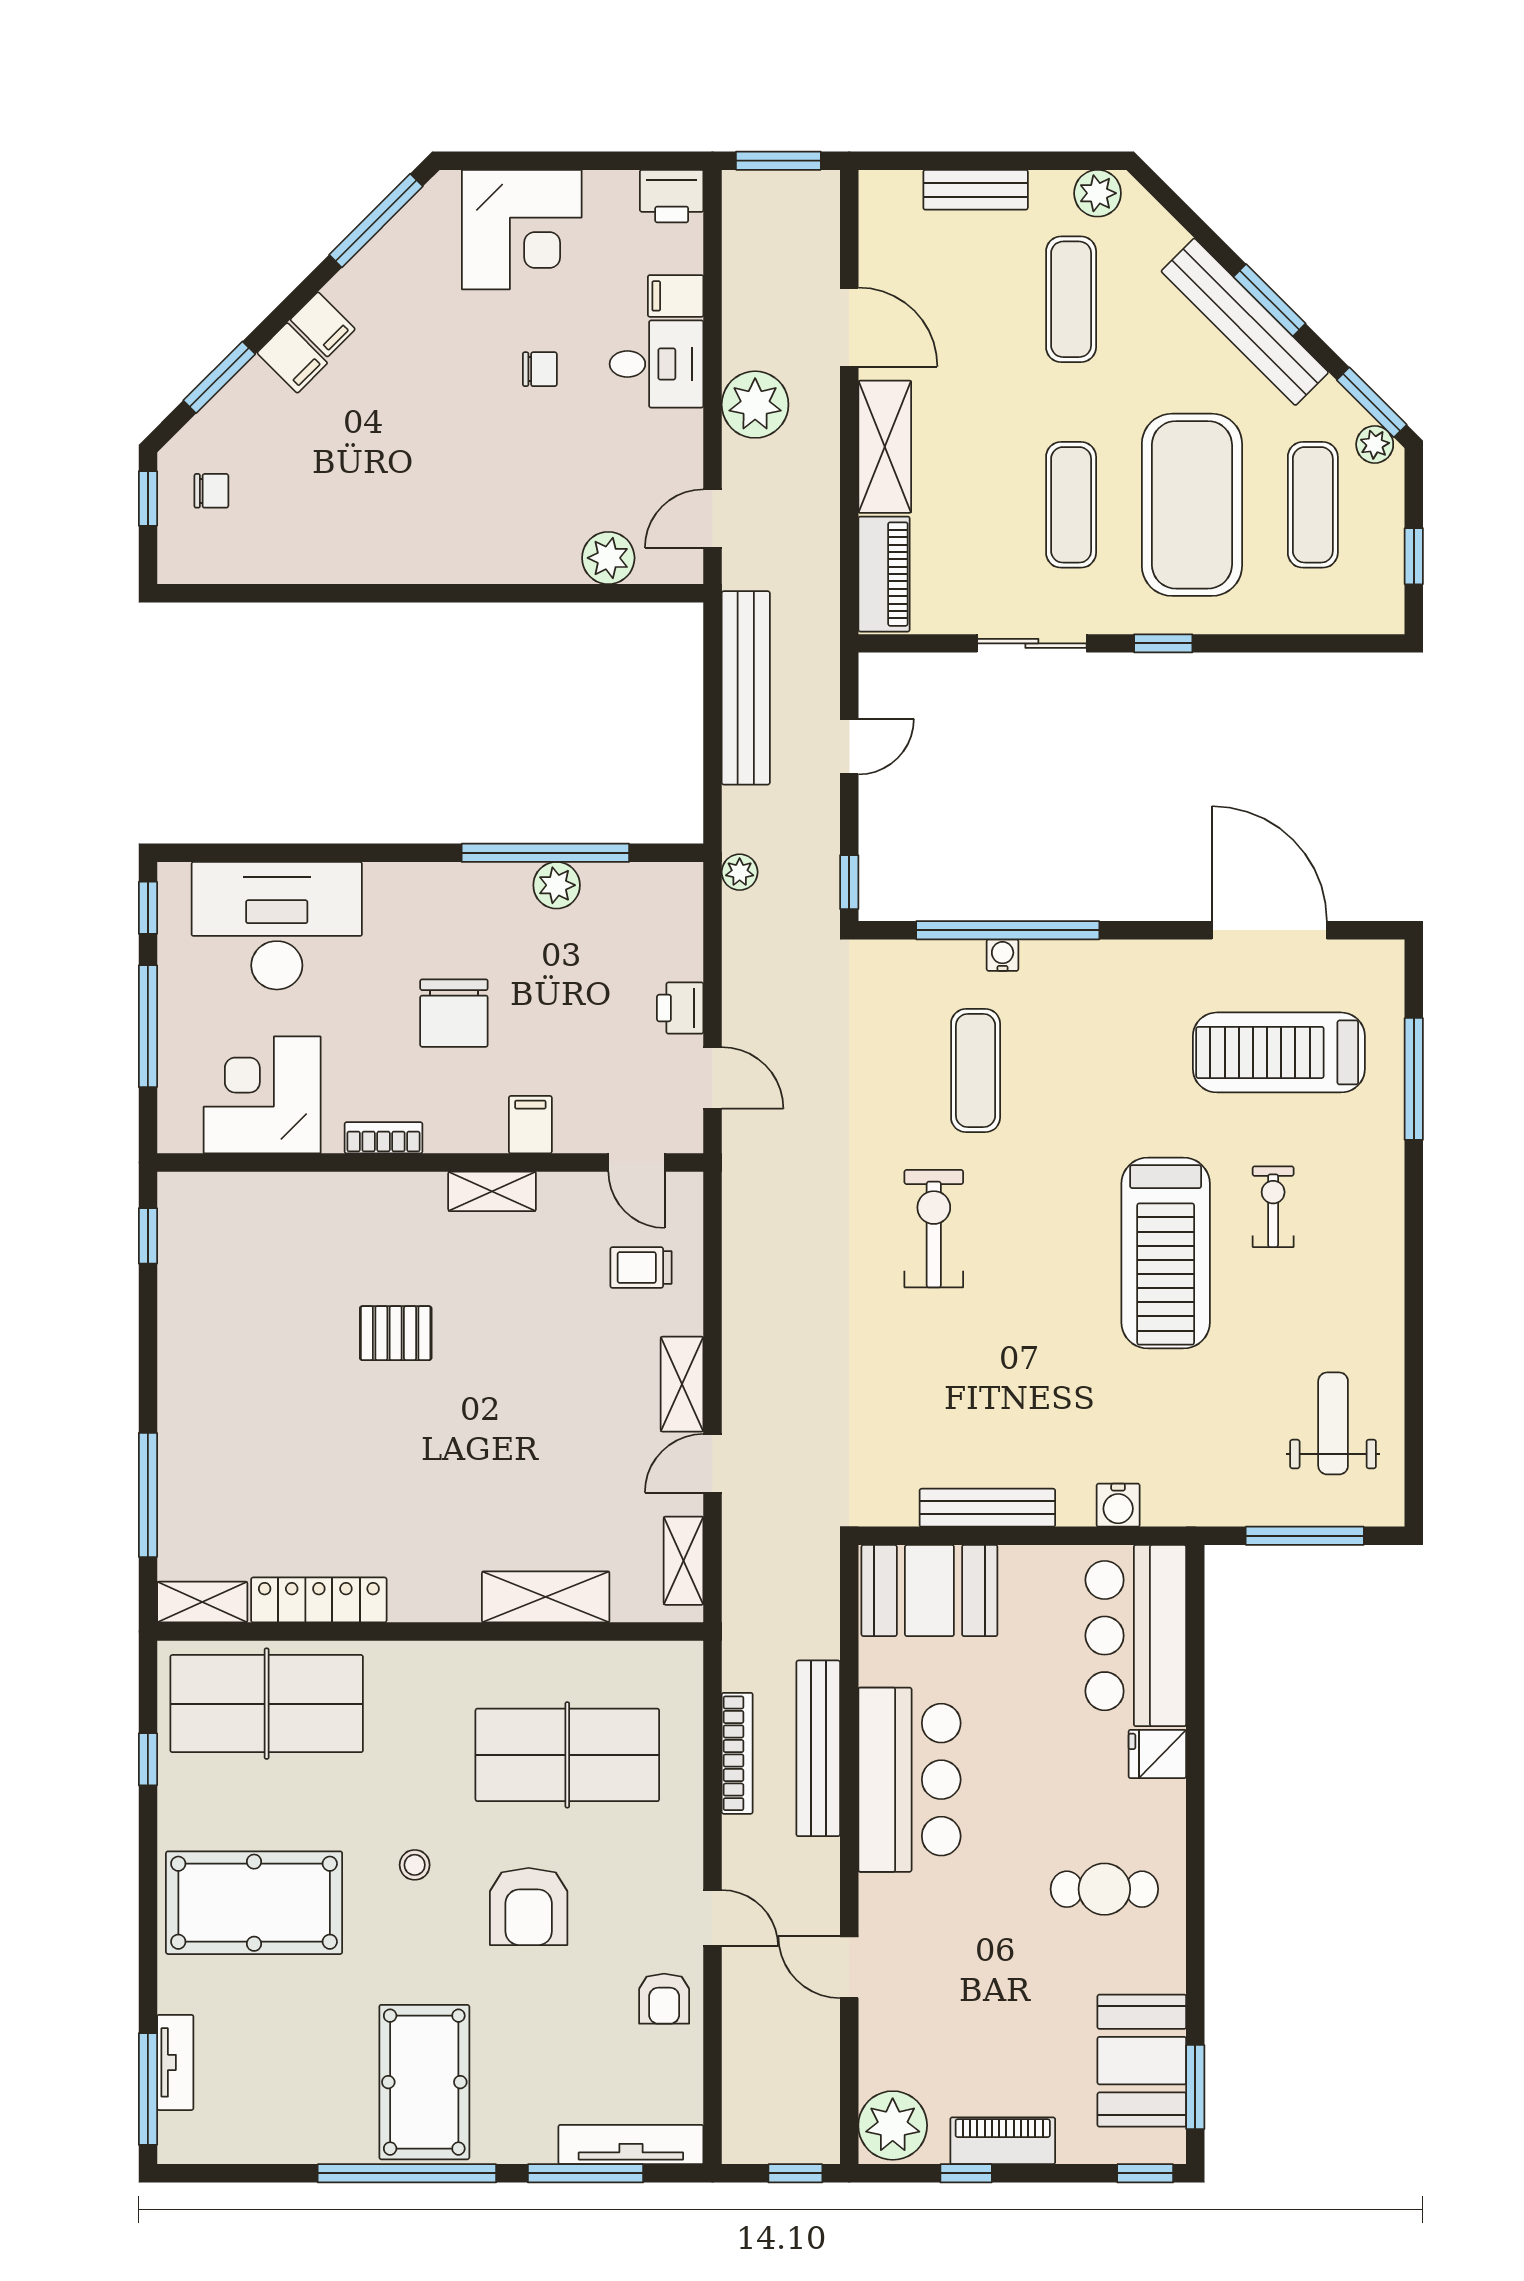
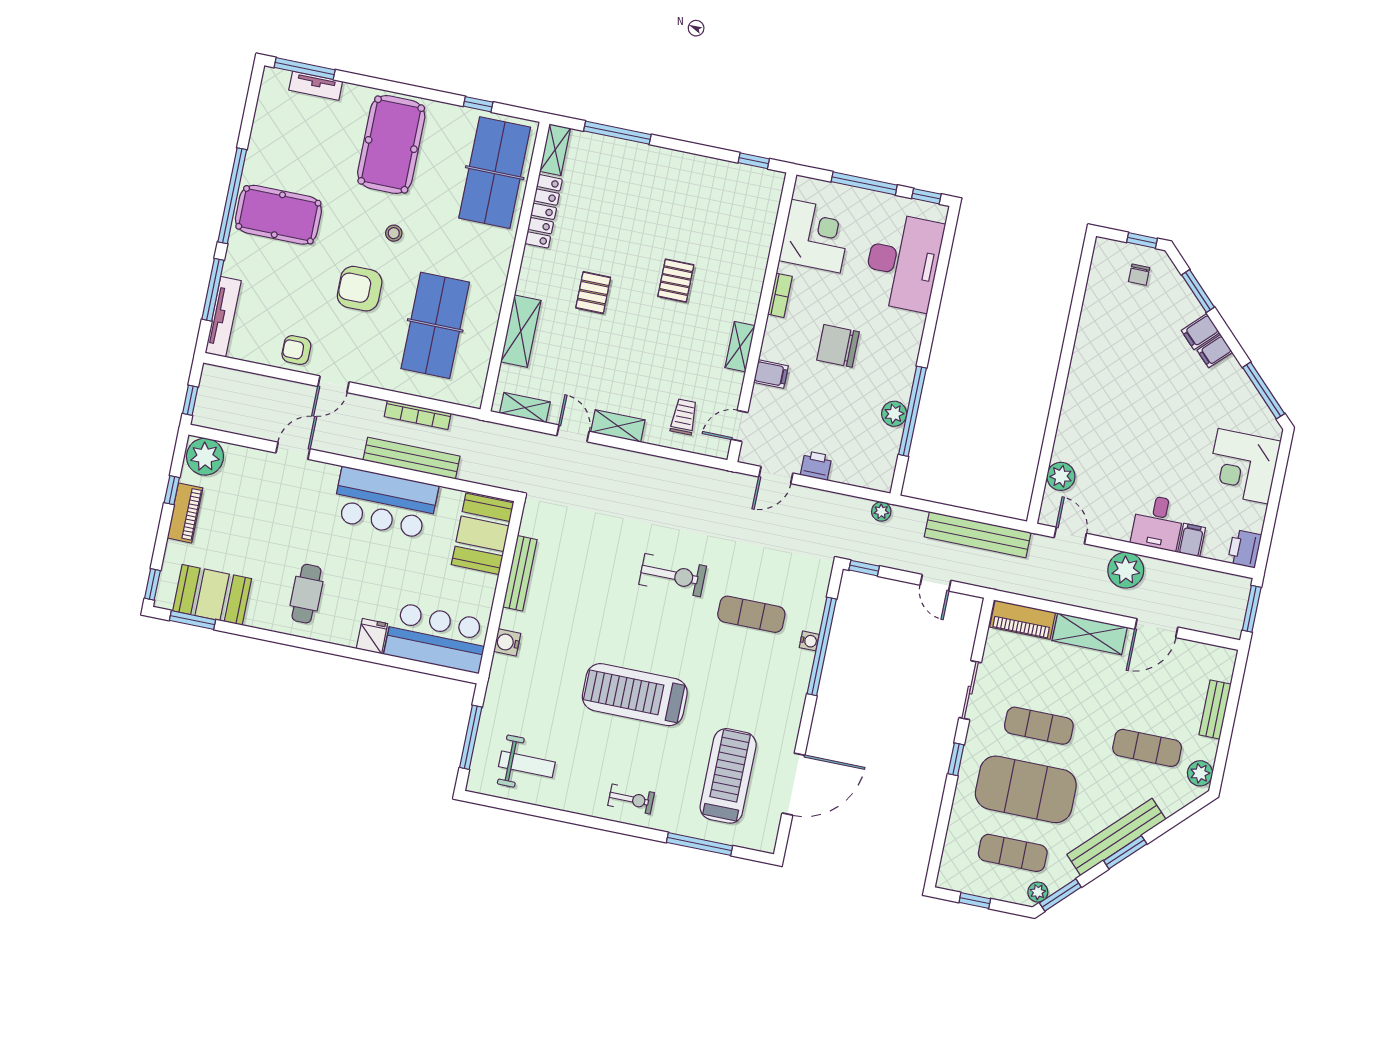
chair: (540, 369) -> (1168, 461), removed
exercise bike: (1273, 1207) -> (631, 799), moved
pallet: (448, 1479) -> (593, 293), added

